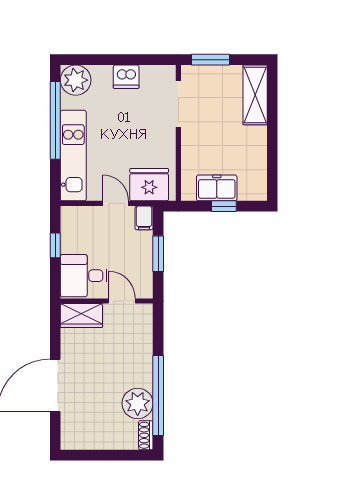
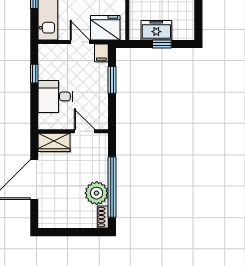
wall: (107, 301) -> (73, 131), moved
door: (122, 301) -> (84, 131), moved
wardrobe: (81, 316) -> (54, 142), moved

